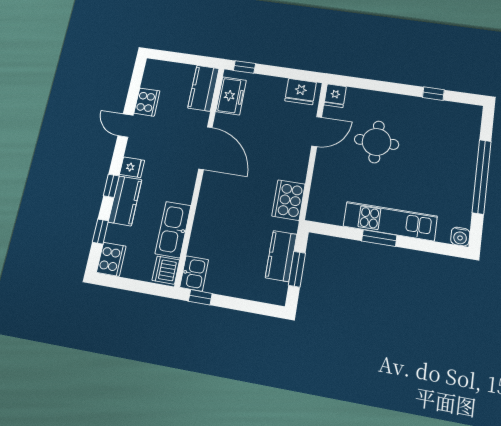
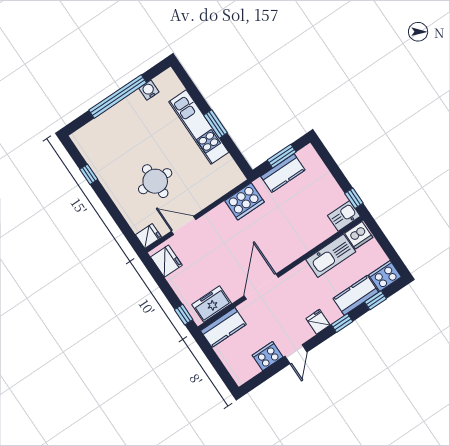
kitchen counter: (125, 201) -> (356, 295), moved
water cooler: (460, 237) -> (149, 90), moved, turned -90

